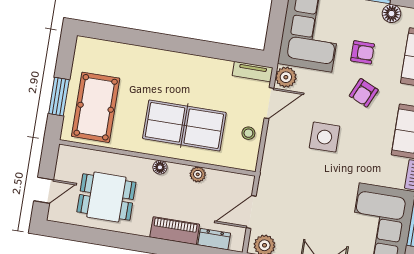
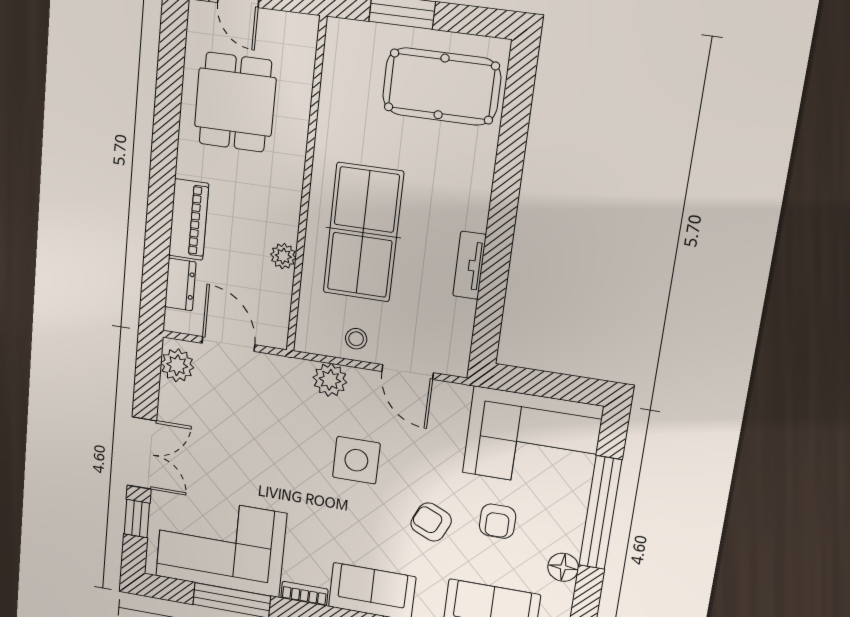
tv unit: (253, 72) -> (469, 265), moved
plant: (286, 77) -> (330, 380), moved
pool table: (96, 107) -> (442, 87), moved
floor lamp: (160, 167) -> (291, 193), removed

